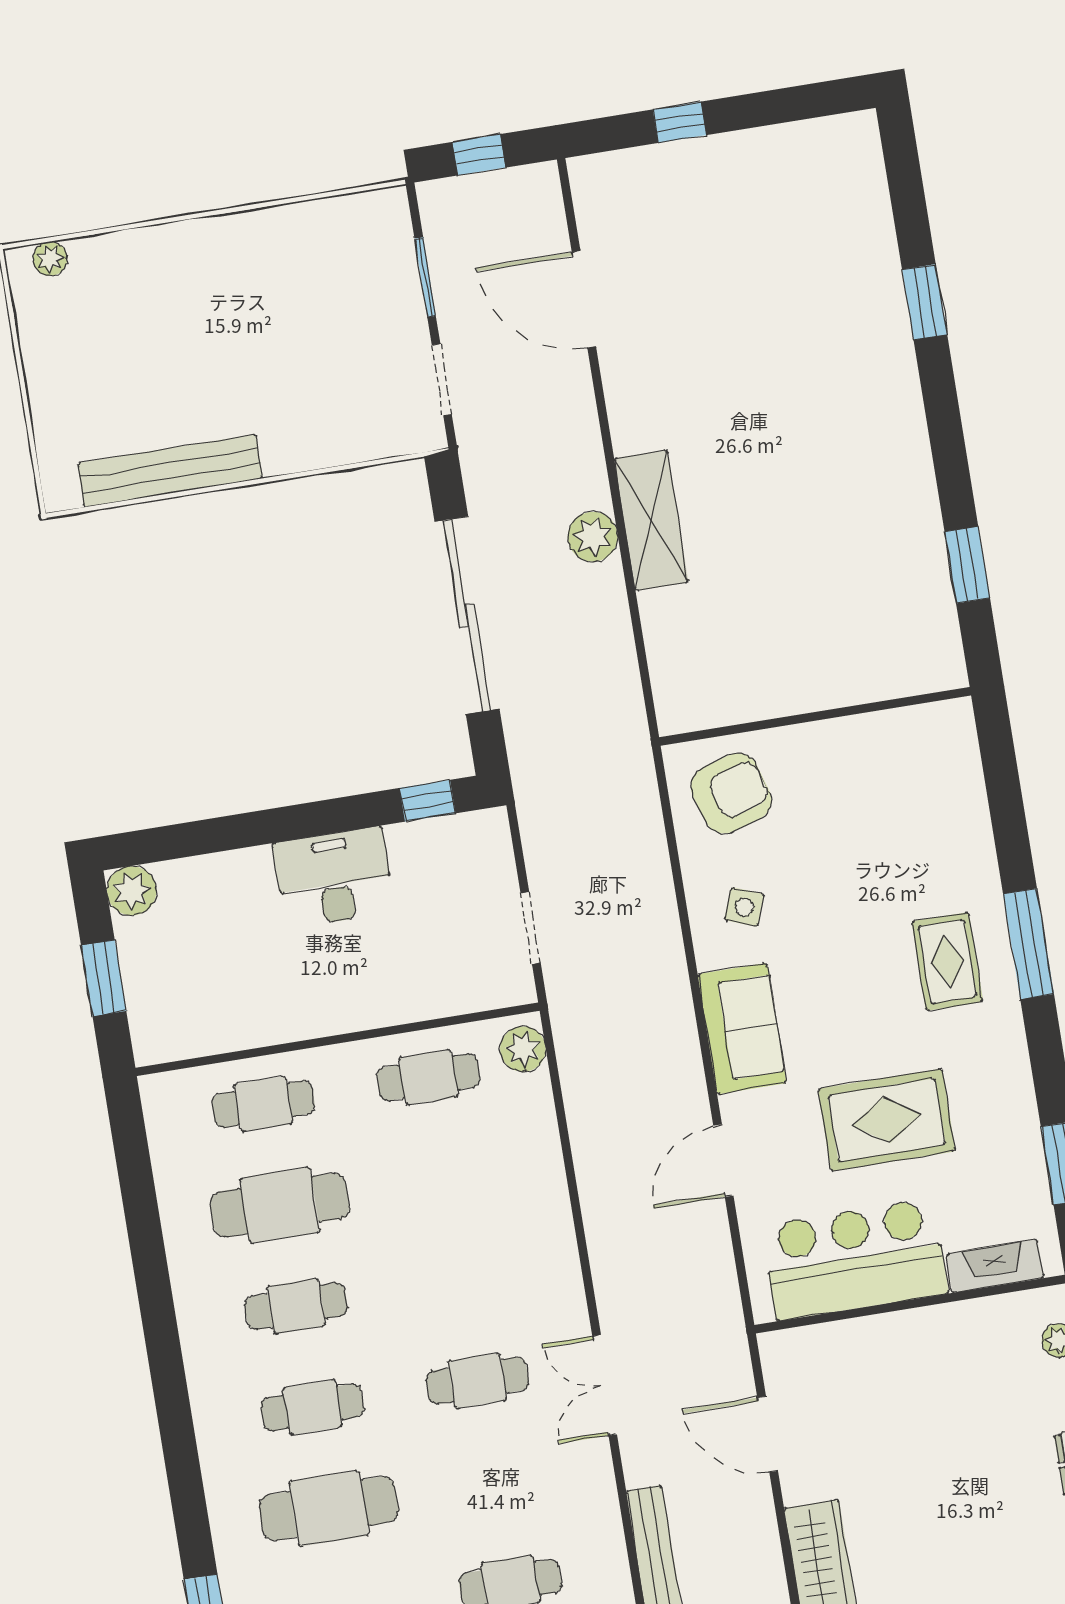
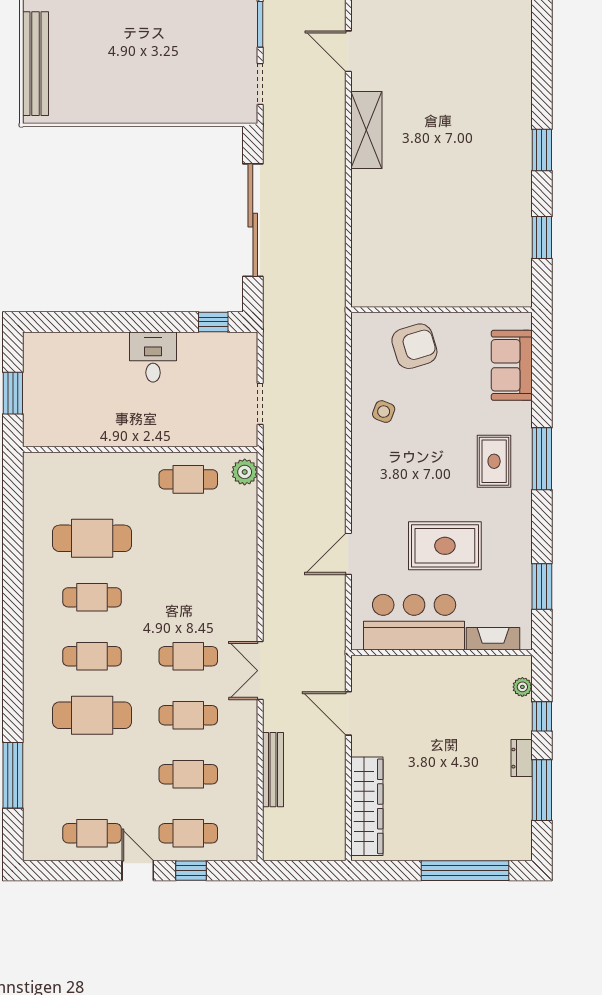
door: (584, 299) -> (348, 51), width x0.73
window: (925, 302) -> (542, 150), moved
bench: (170, 471) -> (36, 64), moved, turned 90
shelving: (651, 520) -> (366, 130), moved
plant: (593, 537) -> (332, 187), removed
armchair: (731, 793) -> (414, 346), moved
desk: (334, 877) -> (153, 357), width x0.73
plant: (132, 891) -> (37, 346), removed
sofa: (742, 1029) -> (512, 365), moved, turned 180
cafe table: (263, 1104) -> (188, 715), moved

